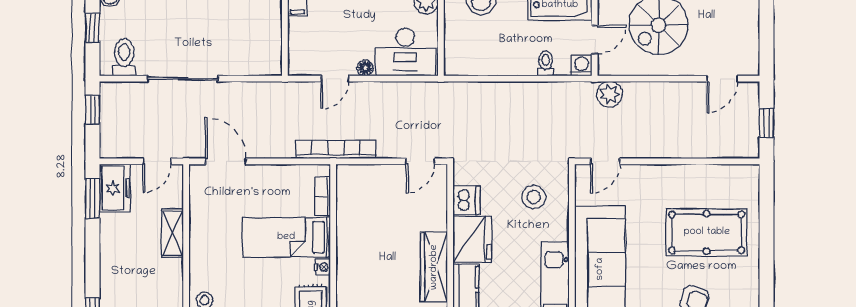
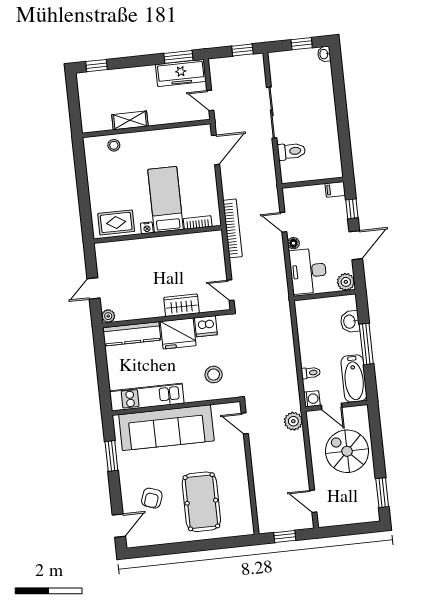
toilet: (124, 57) -> (291, 151), moved
freezer: (115, 188) -> (181, 73), width x1.40
shelving: (173, 233) -> (130, 120), moved
wardrobe: (434, 267) -> (181, 305), moved, width x0.67

